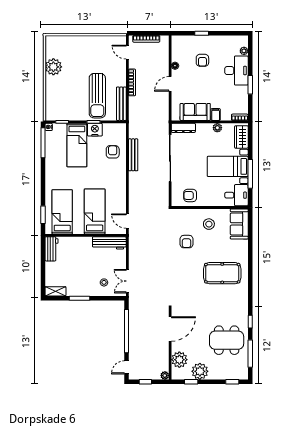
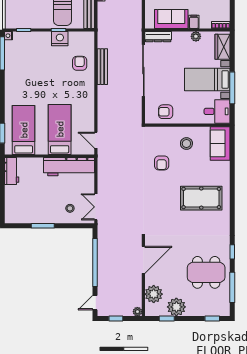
bed: (77, 145) -> (40, 56), removed
workbench: (109, 243) -> (69, 167), width x1.36, depth x1.32
shelving: (56, 291) -> (16, 218), removed

